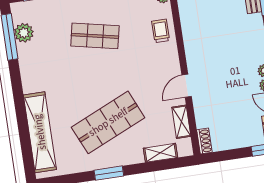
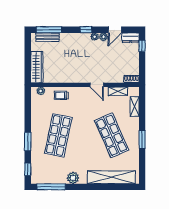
plant: (24, 33) -> (73, 178), moved
shop shelf: (95, 36) -> (58, 135), width x1.43, depth x1.36

